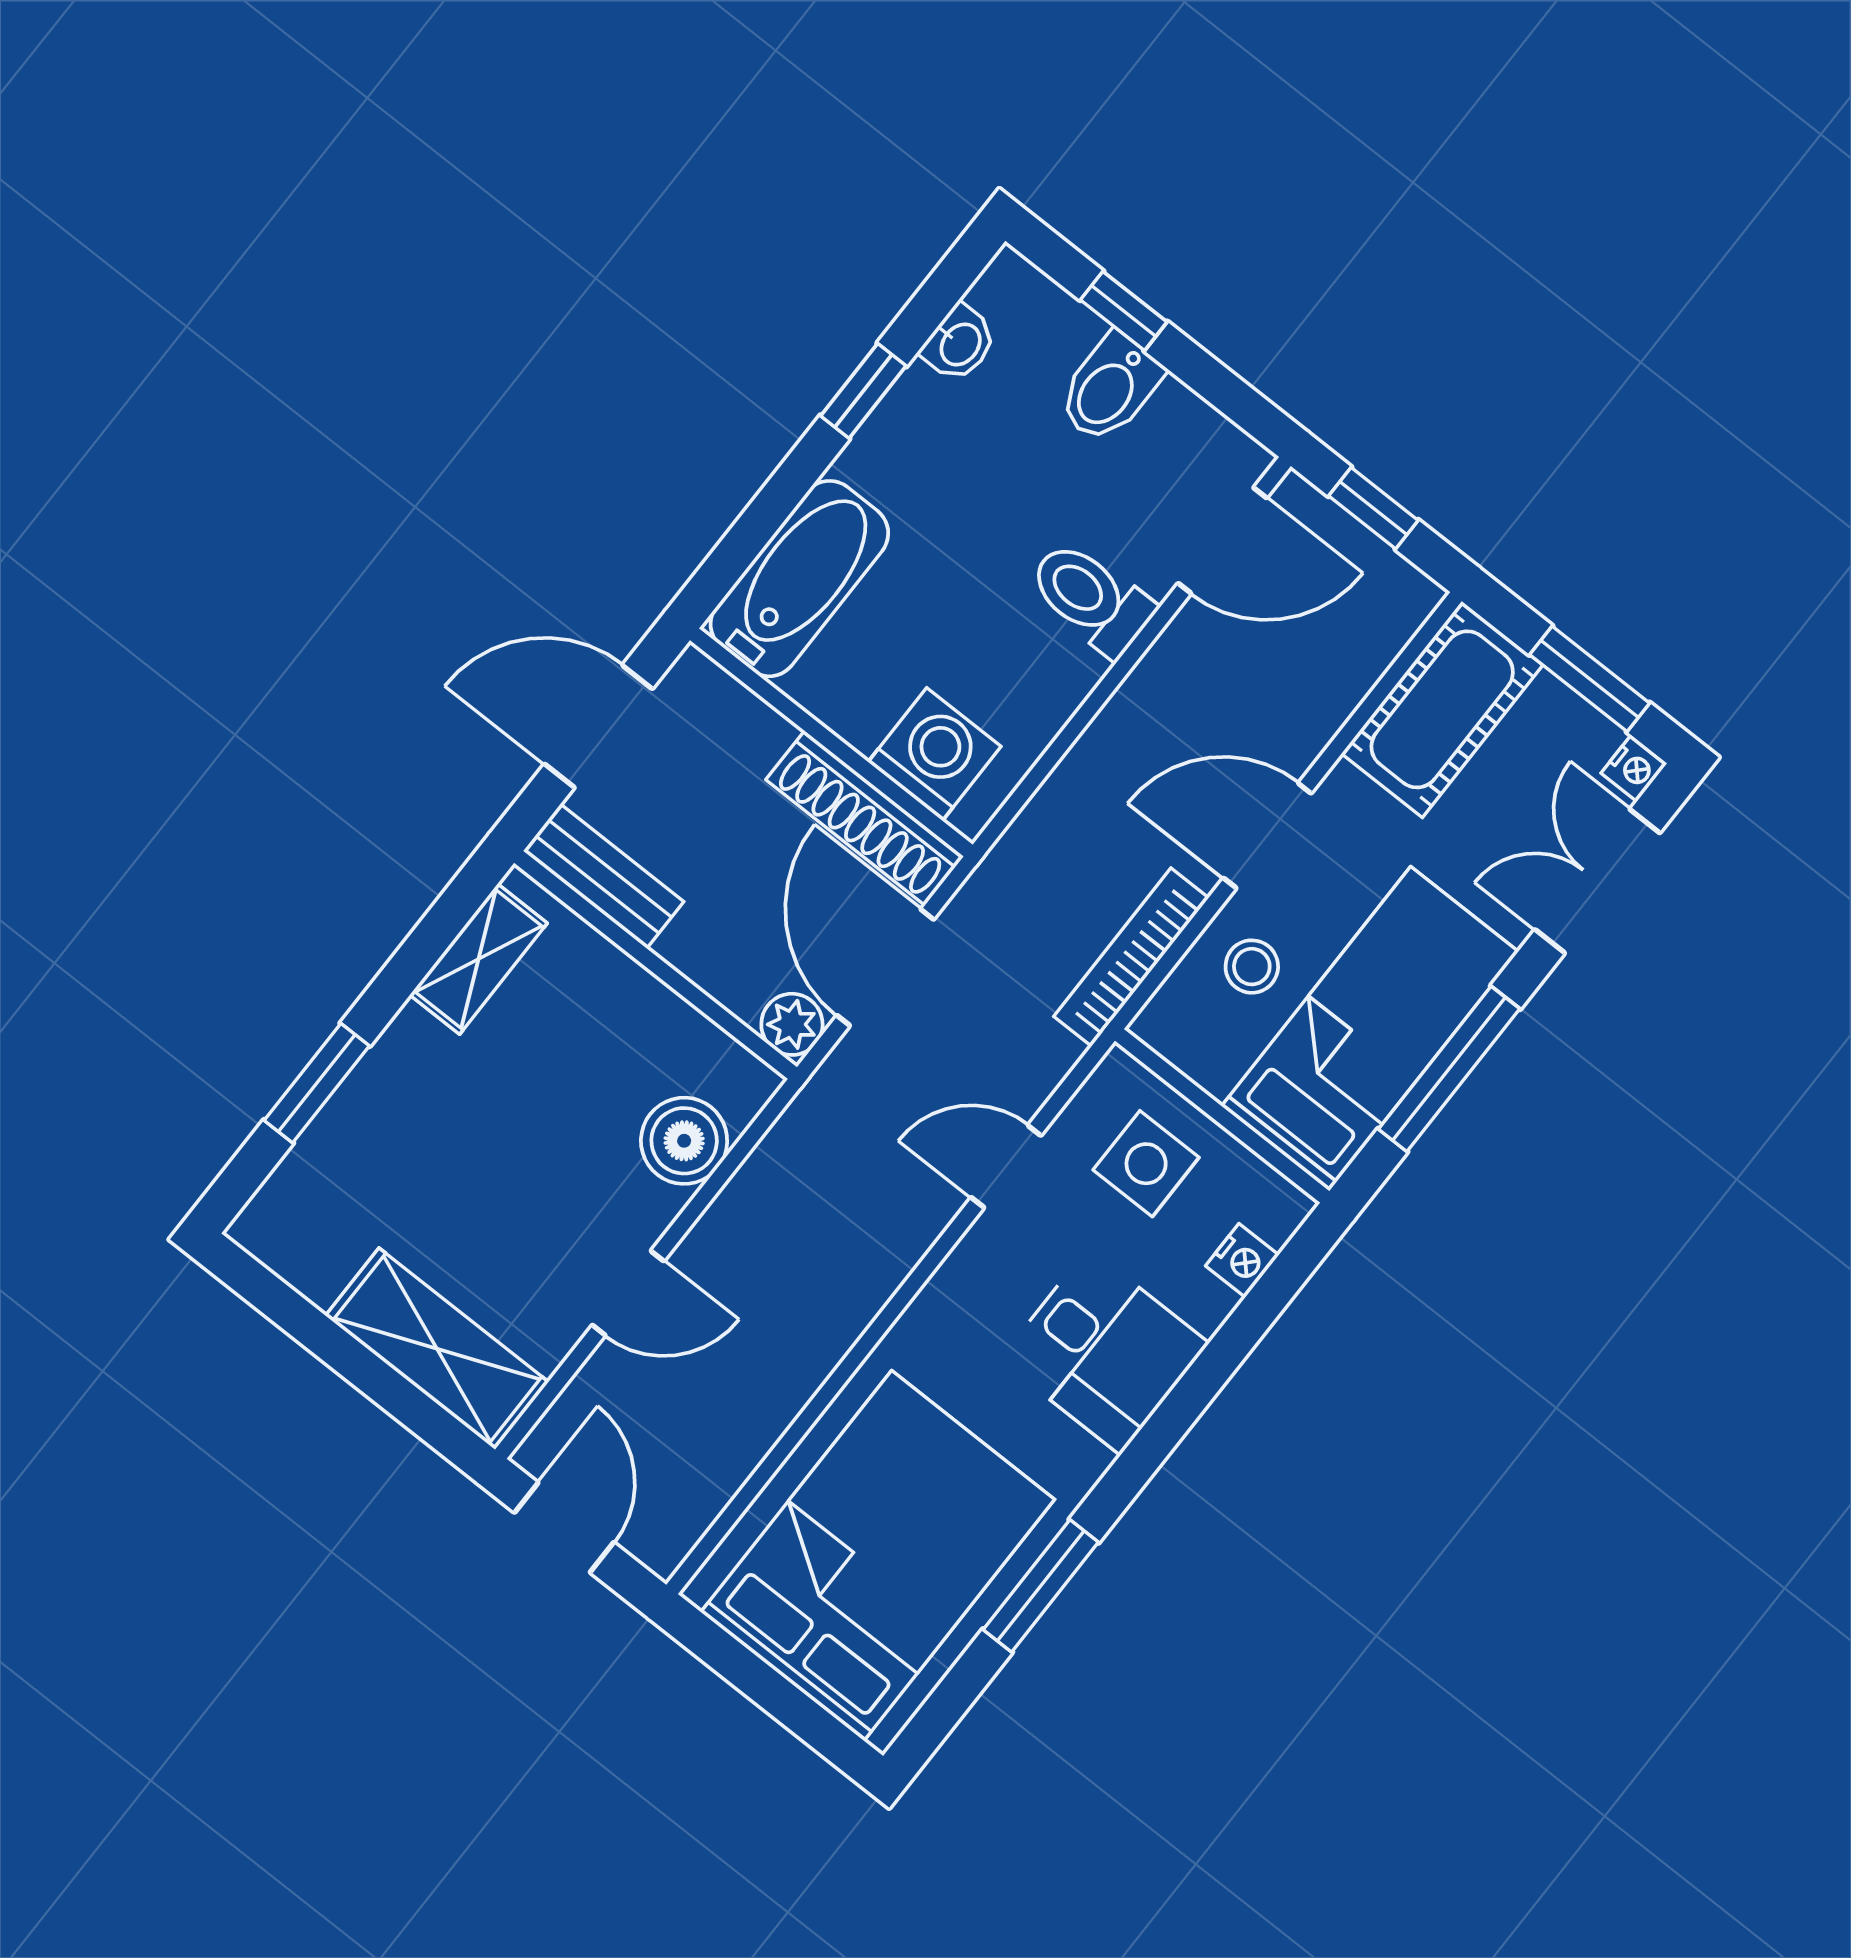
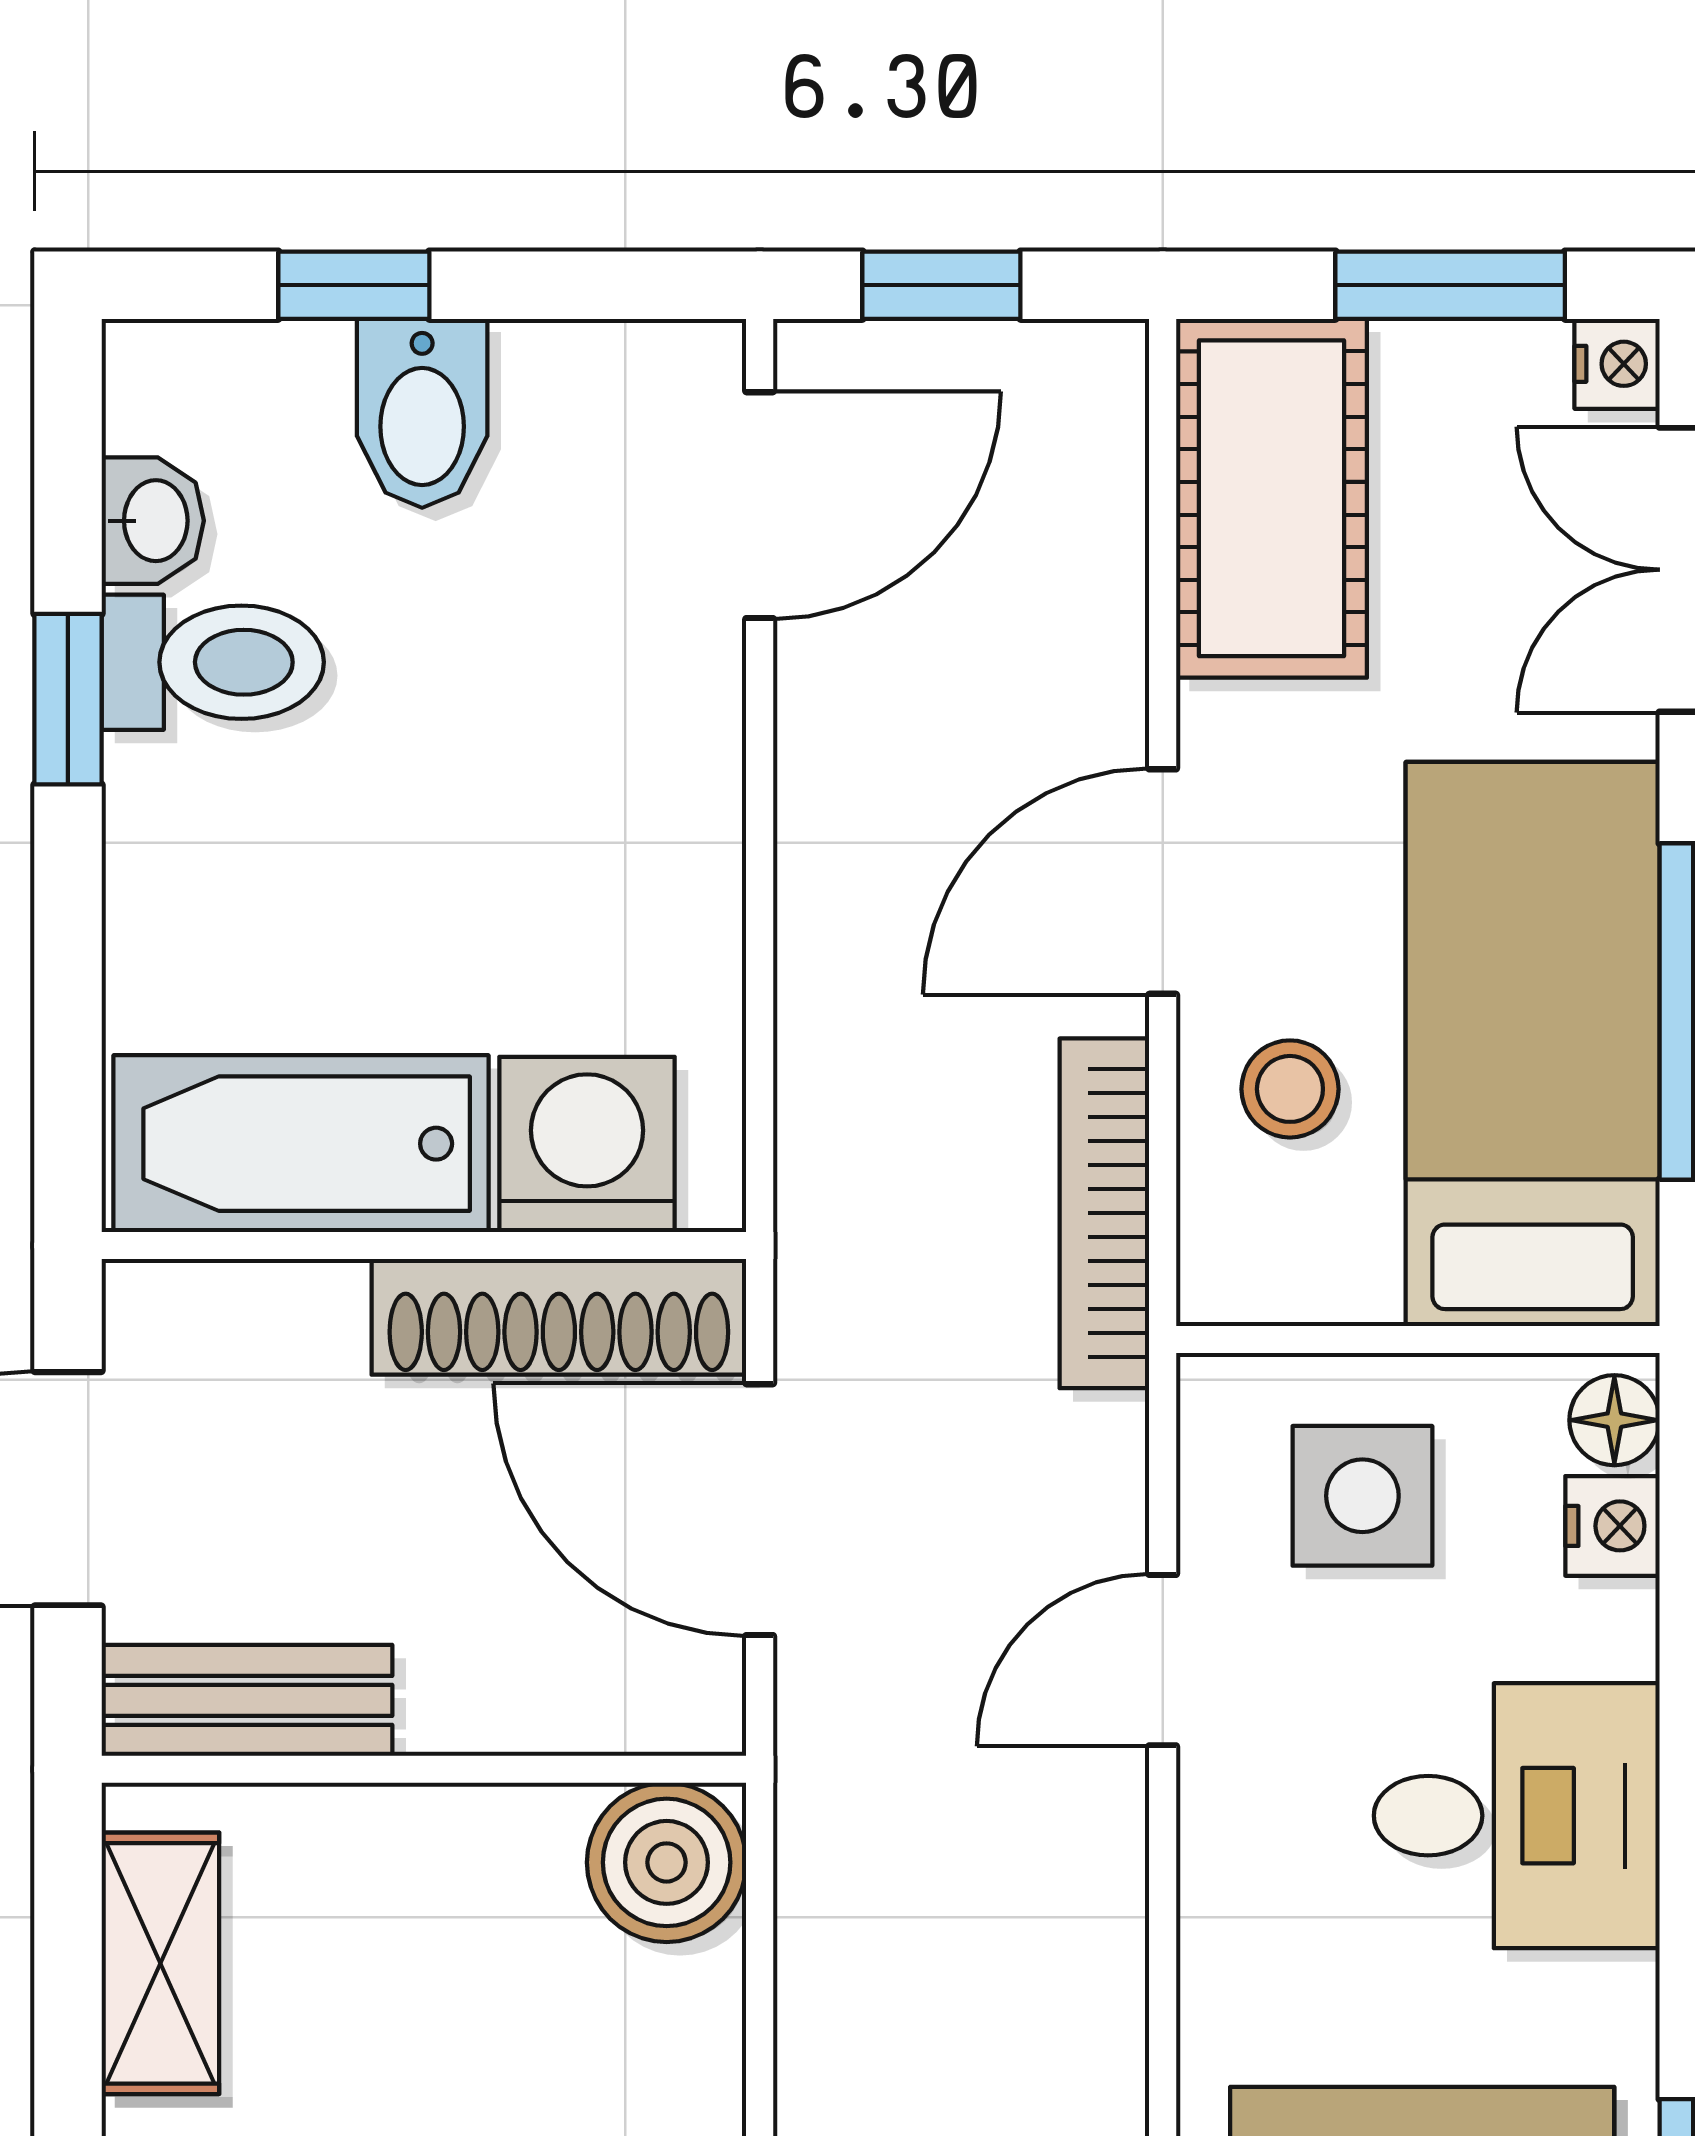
bathtub: (799, 579) -> (301, 1144), moved, turned -90
toilet: (1091, 598) -> (213, 662), moved, turned 180
plant: (792, 1024) -> (690, 1699), removed
boiler: (684, 1141) -> (667, 1862), moved
floor lamp: (1278, 1216) -> (1614, 1420), added

